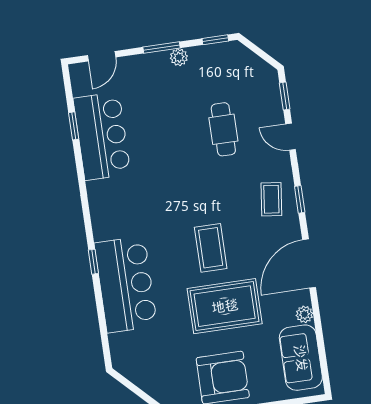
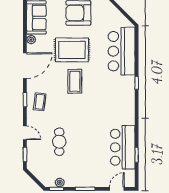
plant: (179, 57) -> (60, 182), moved
bar counter: (126, 284) -> (122, 51), moved

